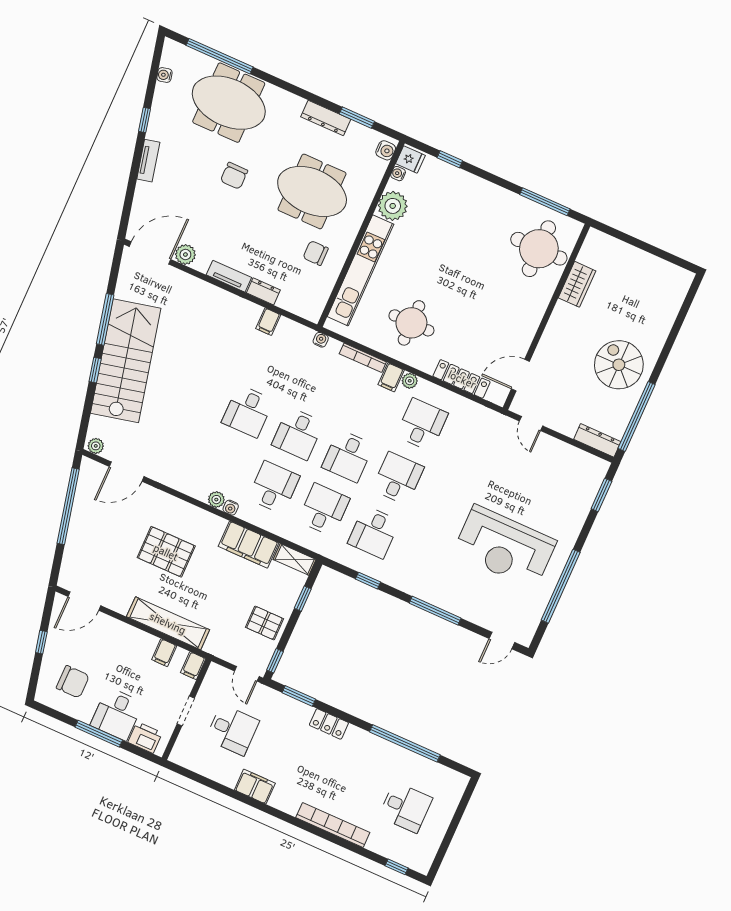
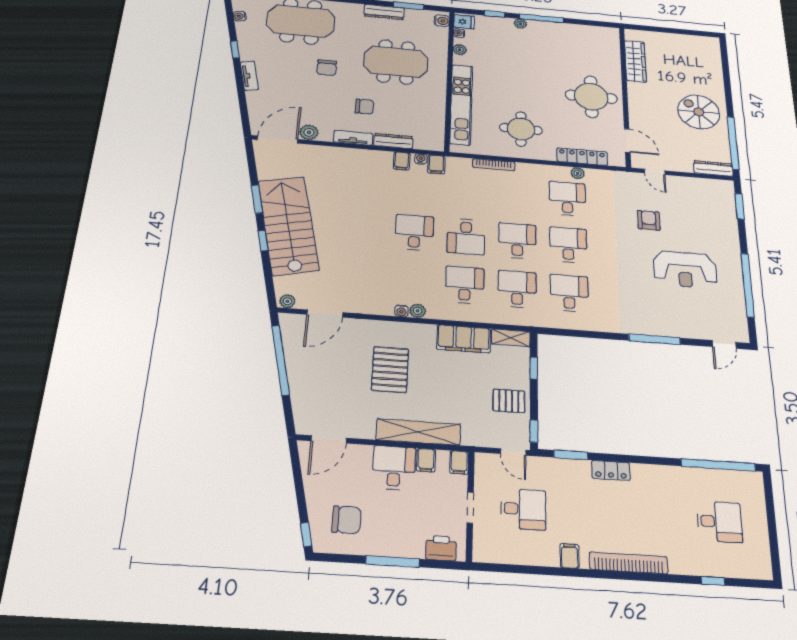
plant: (473, 182) -> (520, 24), added
window: (545, 202) -> (541, 18), moved
plant: (393, 206) -> (460, 50), width x0.53, depth x0.53
round table: (539, 249) -> (591, 97), moved
chair: (316, 253) -> (364, 107), moved, turned 180
wardrobe: (577, 284) -> (635, 61), width x1.50
dresser: (263, 291) -> (393, 141), width x1.44
window: (105, 319) -> (257, 199), width x0.69
water cooler: (321, 340) -> (421, 159), moved
door: (520, 375) -> (627, 141), swing flipped
filing cabinet: (391, 377) -> (436, 164), moved
plant: (410, 381) -> (578, 173), moved
desk: (248, 411) -> (414, 232), turned 180
desk: (348, 456) -> (517, 241), turned 180
armchair: (495, 479) -> (649, 220), added
water cooler: (231, 508) -> (401, 311), moved
desk: (374, 532) -> (569, 293), turned 180
reception desk: (505, 547) -> (685, 270), width x0.74, depth x0.77
pallet: (166, 552) -> (390, 370), turned 90
window: (368, 581) -> (584, 334), removed
window: (41, 642) -> (306, 534), moved
desk: (117, 714) -> (394, 468), moved, turned 180
window: (405, 743) -> (718, 465), moved
filing cabinet: (255, 787) -> (570, 556), width x0.50
bookcase: (333, 825) -> (629, 563), moved
window: (397, 867) -> (713, 581), moved

